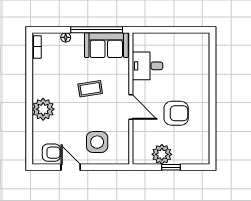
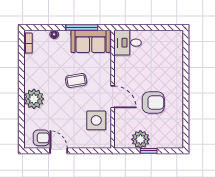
window: (97, 30) -> (82, 27), width x0.68
desk: (147, 66) -> (127, 43), moved
side table: (97, 142) -> (96, 120), moved

